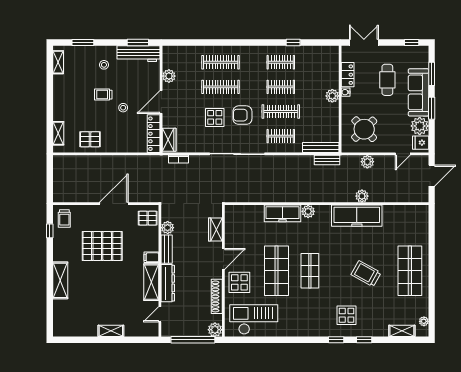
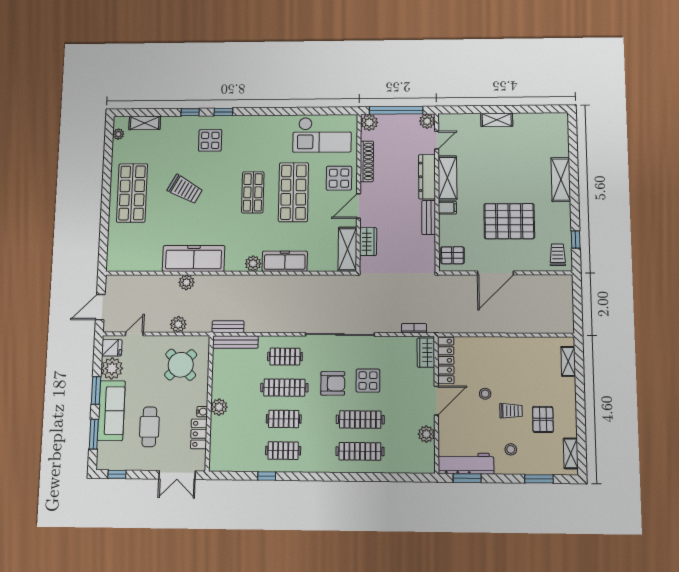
pallet: (90, 139) -> (543, 419), moved, turned 90
shelving: (232, 223) -> (347, 249), added
plant: (168, 228) -> (427, 121), moved

